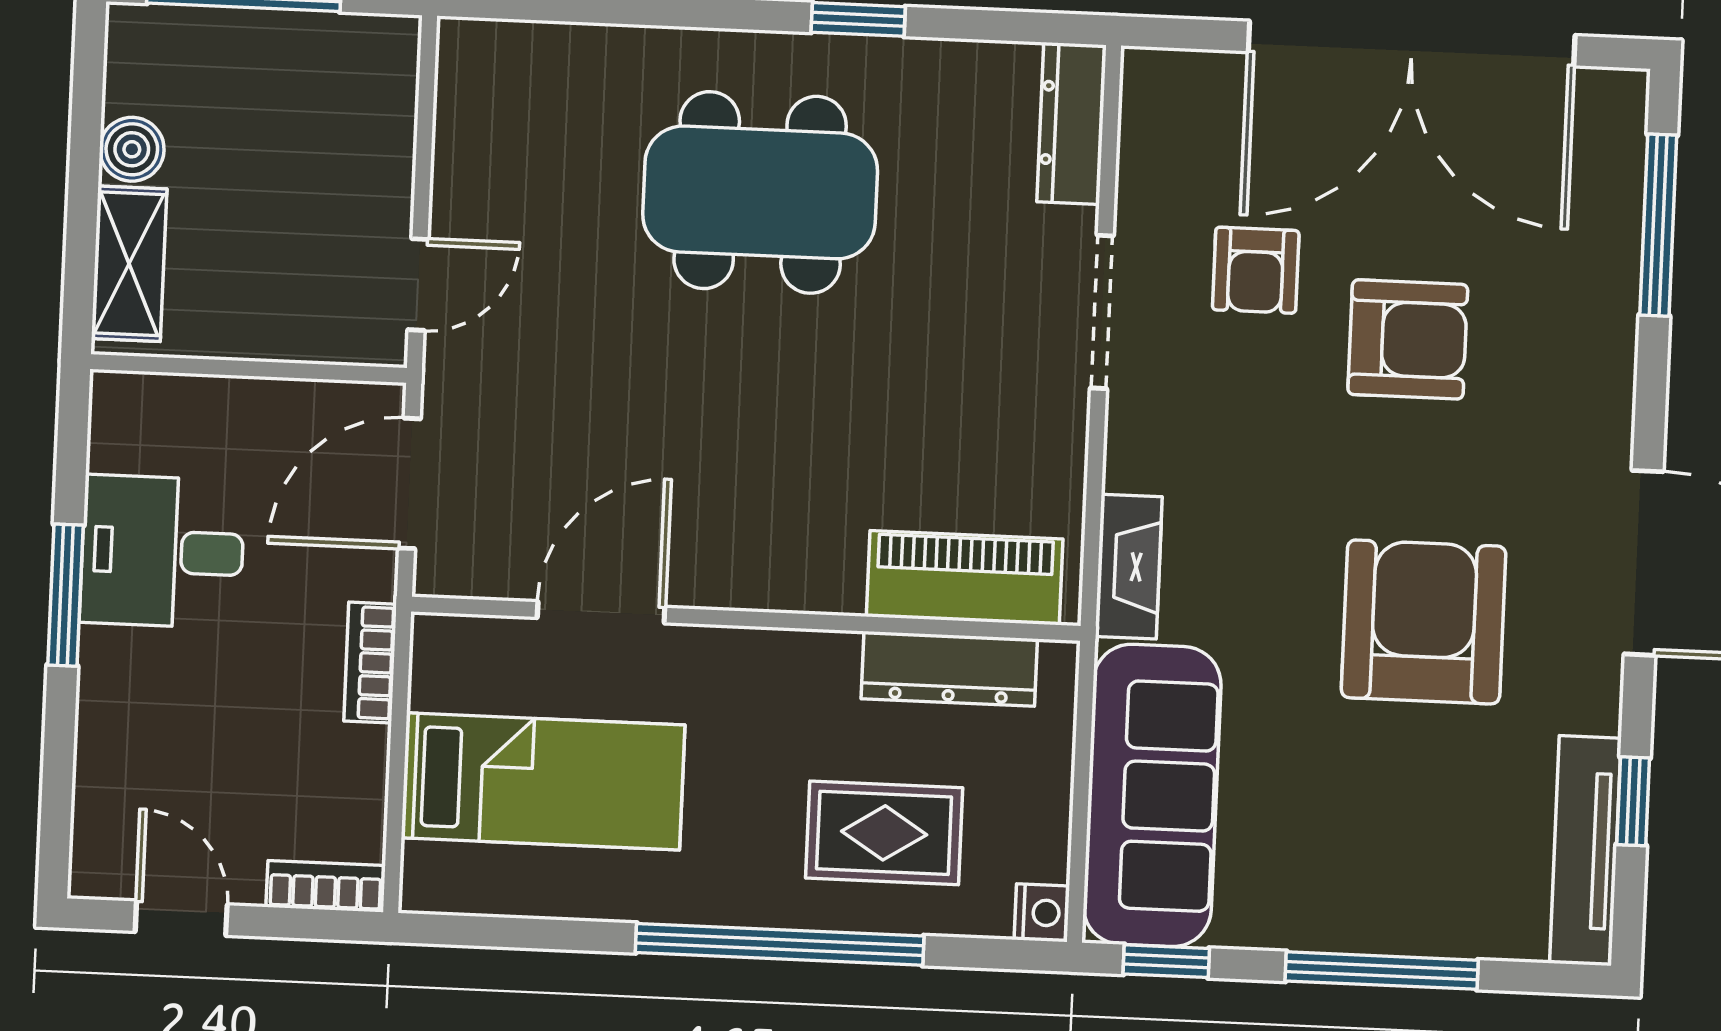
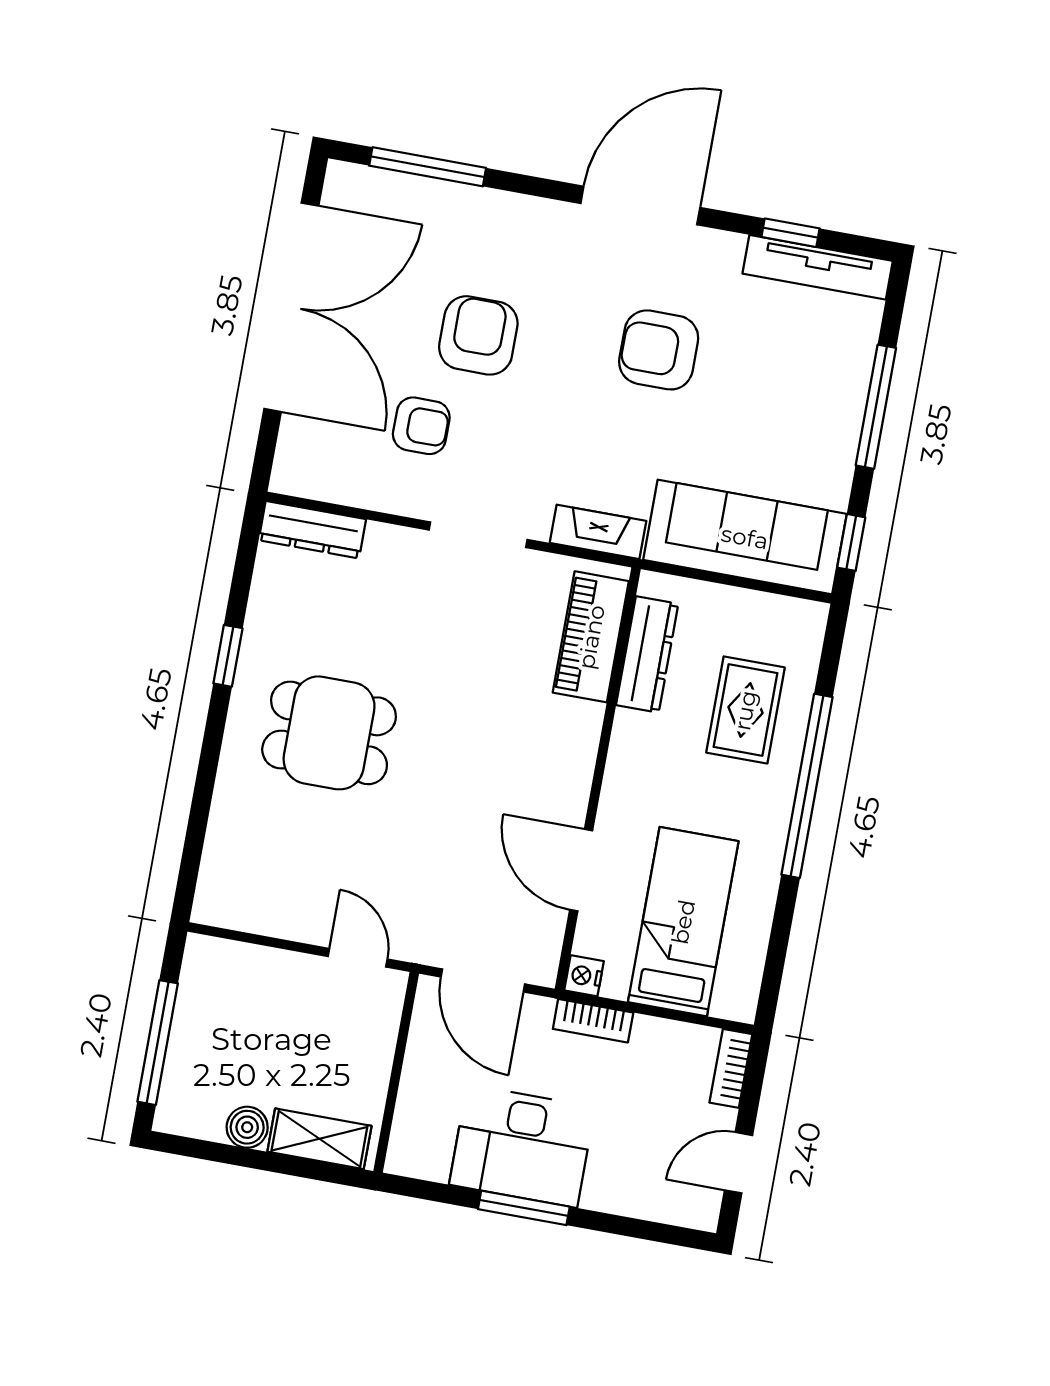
dining table: (760, 192) -> (329, 733), width x0.73
doorway: (1102, 312) -> (478, 535), moved
desk: (162, 552) -> (522, 1146), width x1.37
armchair: (1424, 622) -> (659, 350), width x0.73, depth x0.73
nightstand: (1042, 913) -> (584, 976), moved, turned -90

